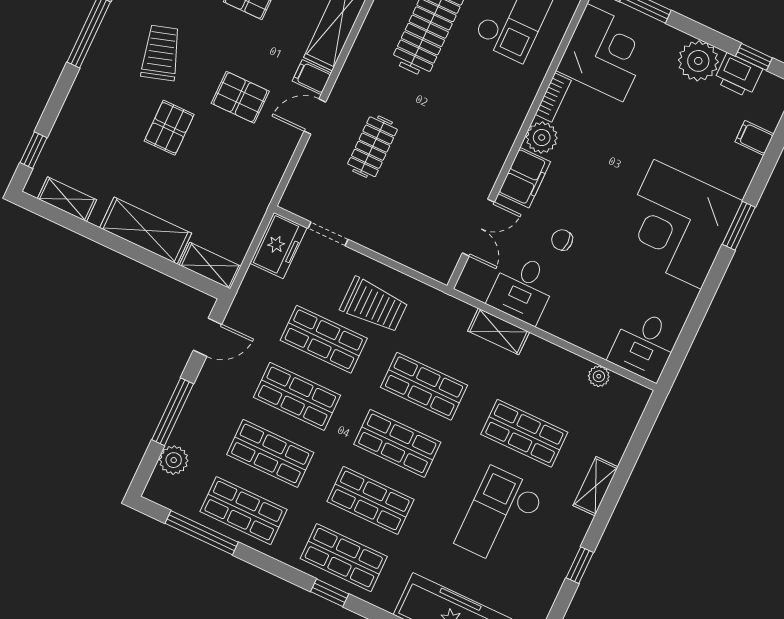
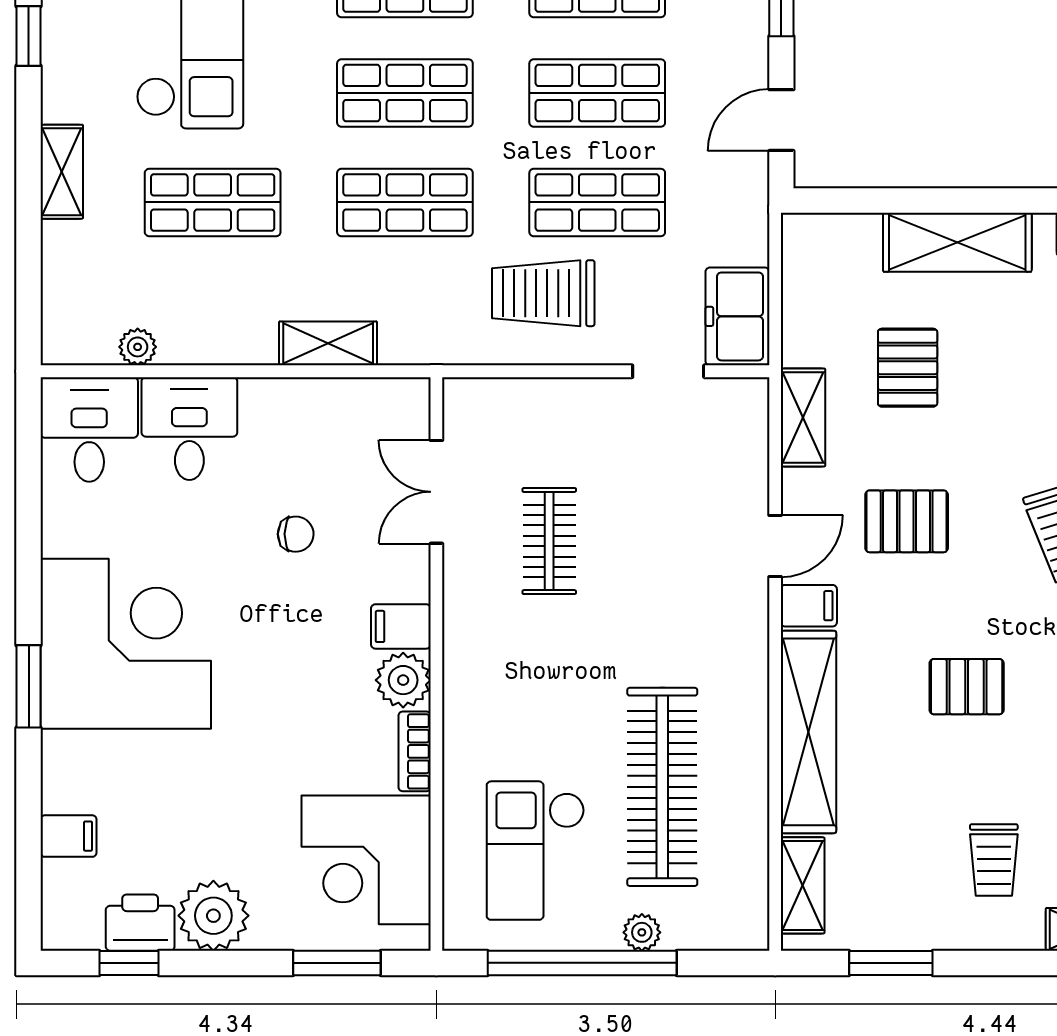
pallet: (169, 128) -> (908, 368), moved
clothes rail: (373, 147) -> (549, 541), moved
filing cabinet: (524, 178) -> (401, 626), width x0.50
shelving: (210, 266) -> (803, 417), moved, turned 90
desk: (523, 289) -> (189, 429), moved

